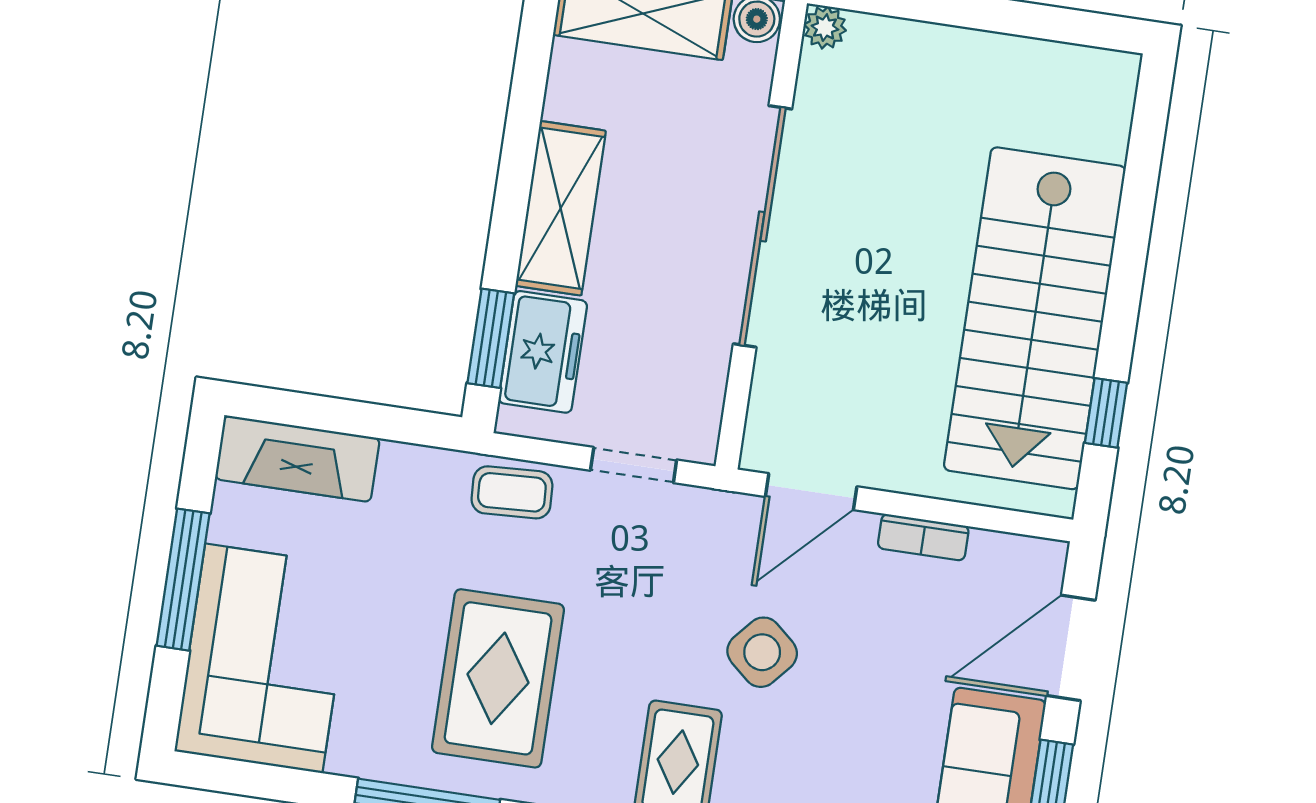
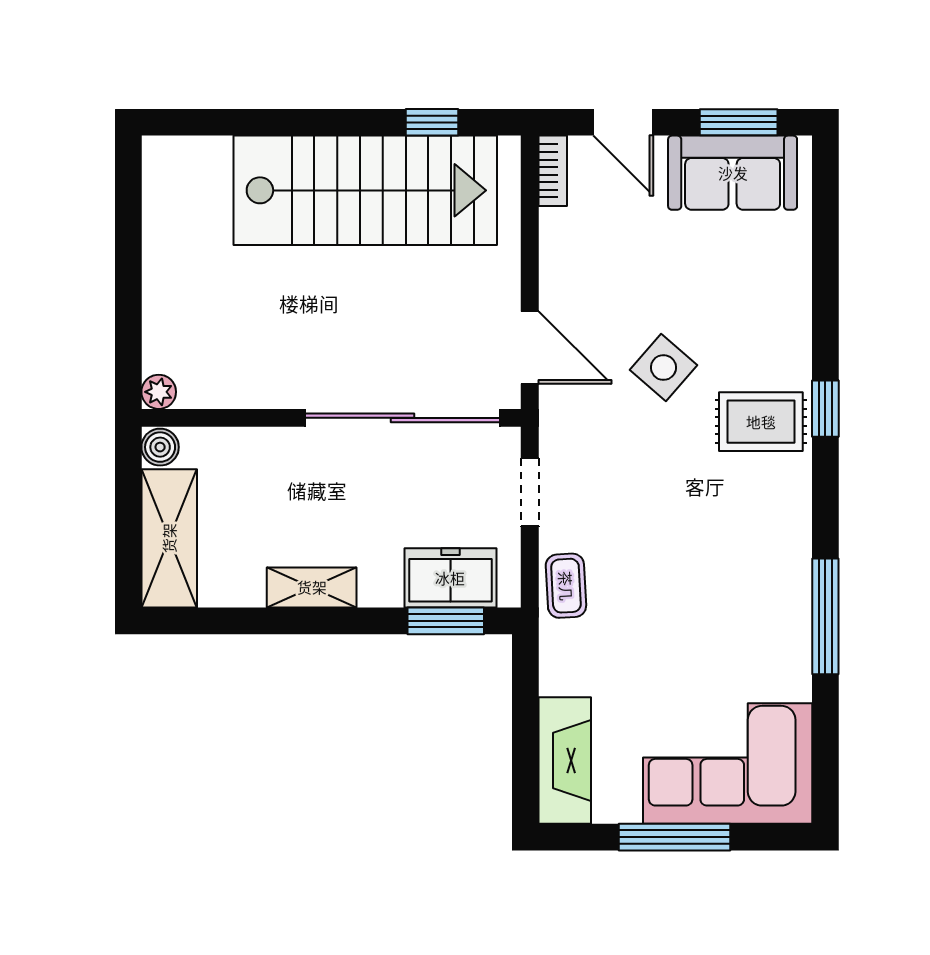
shelving: (561, 208) -> (312, 587), width x0.67, depth x0.75
sliding door: (763, 226) -> (403, 418), moved
bookcase: (923, 537) -> (553, 171), moved
door: (1071, 648) -> (623, 122), width x0.73
rug: (498, 678) -> (716, 575), removed

